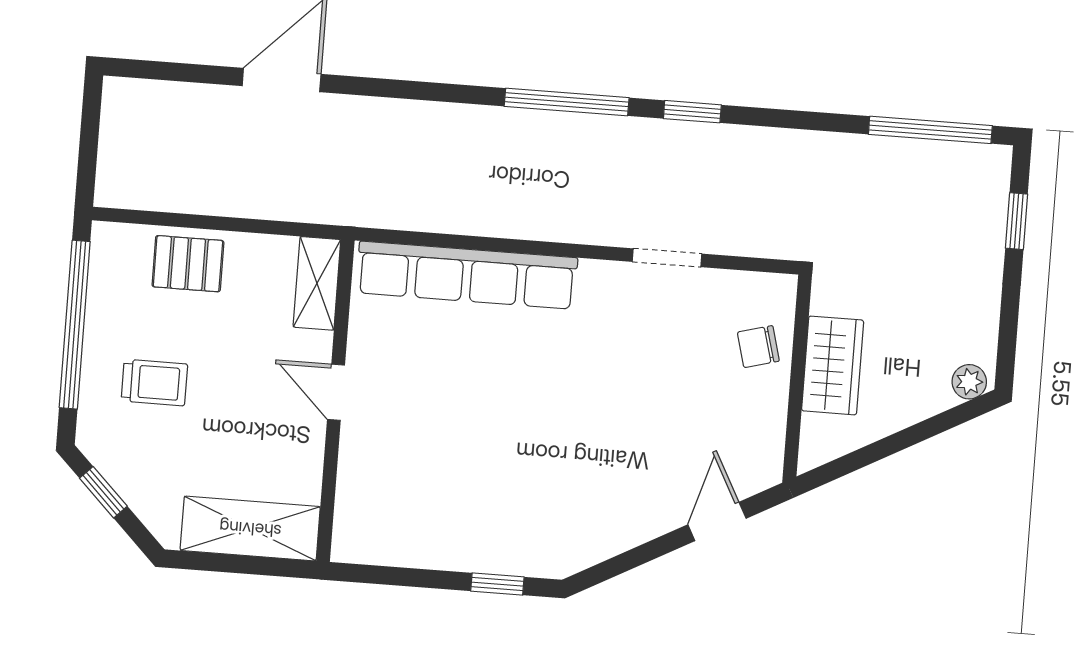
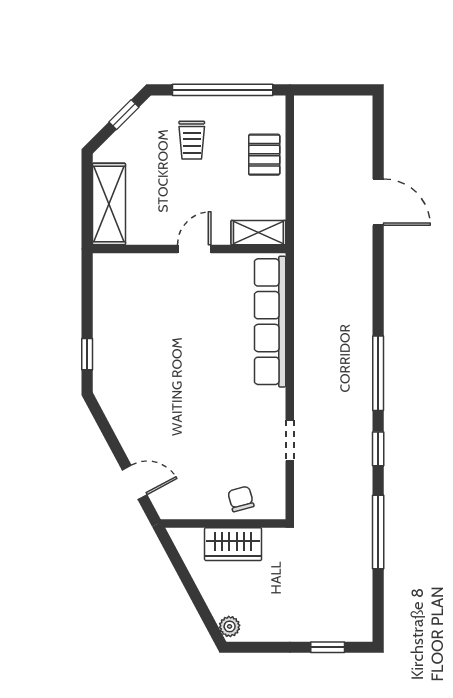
window: (930, 130) -> (378, 532), moved

